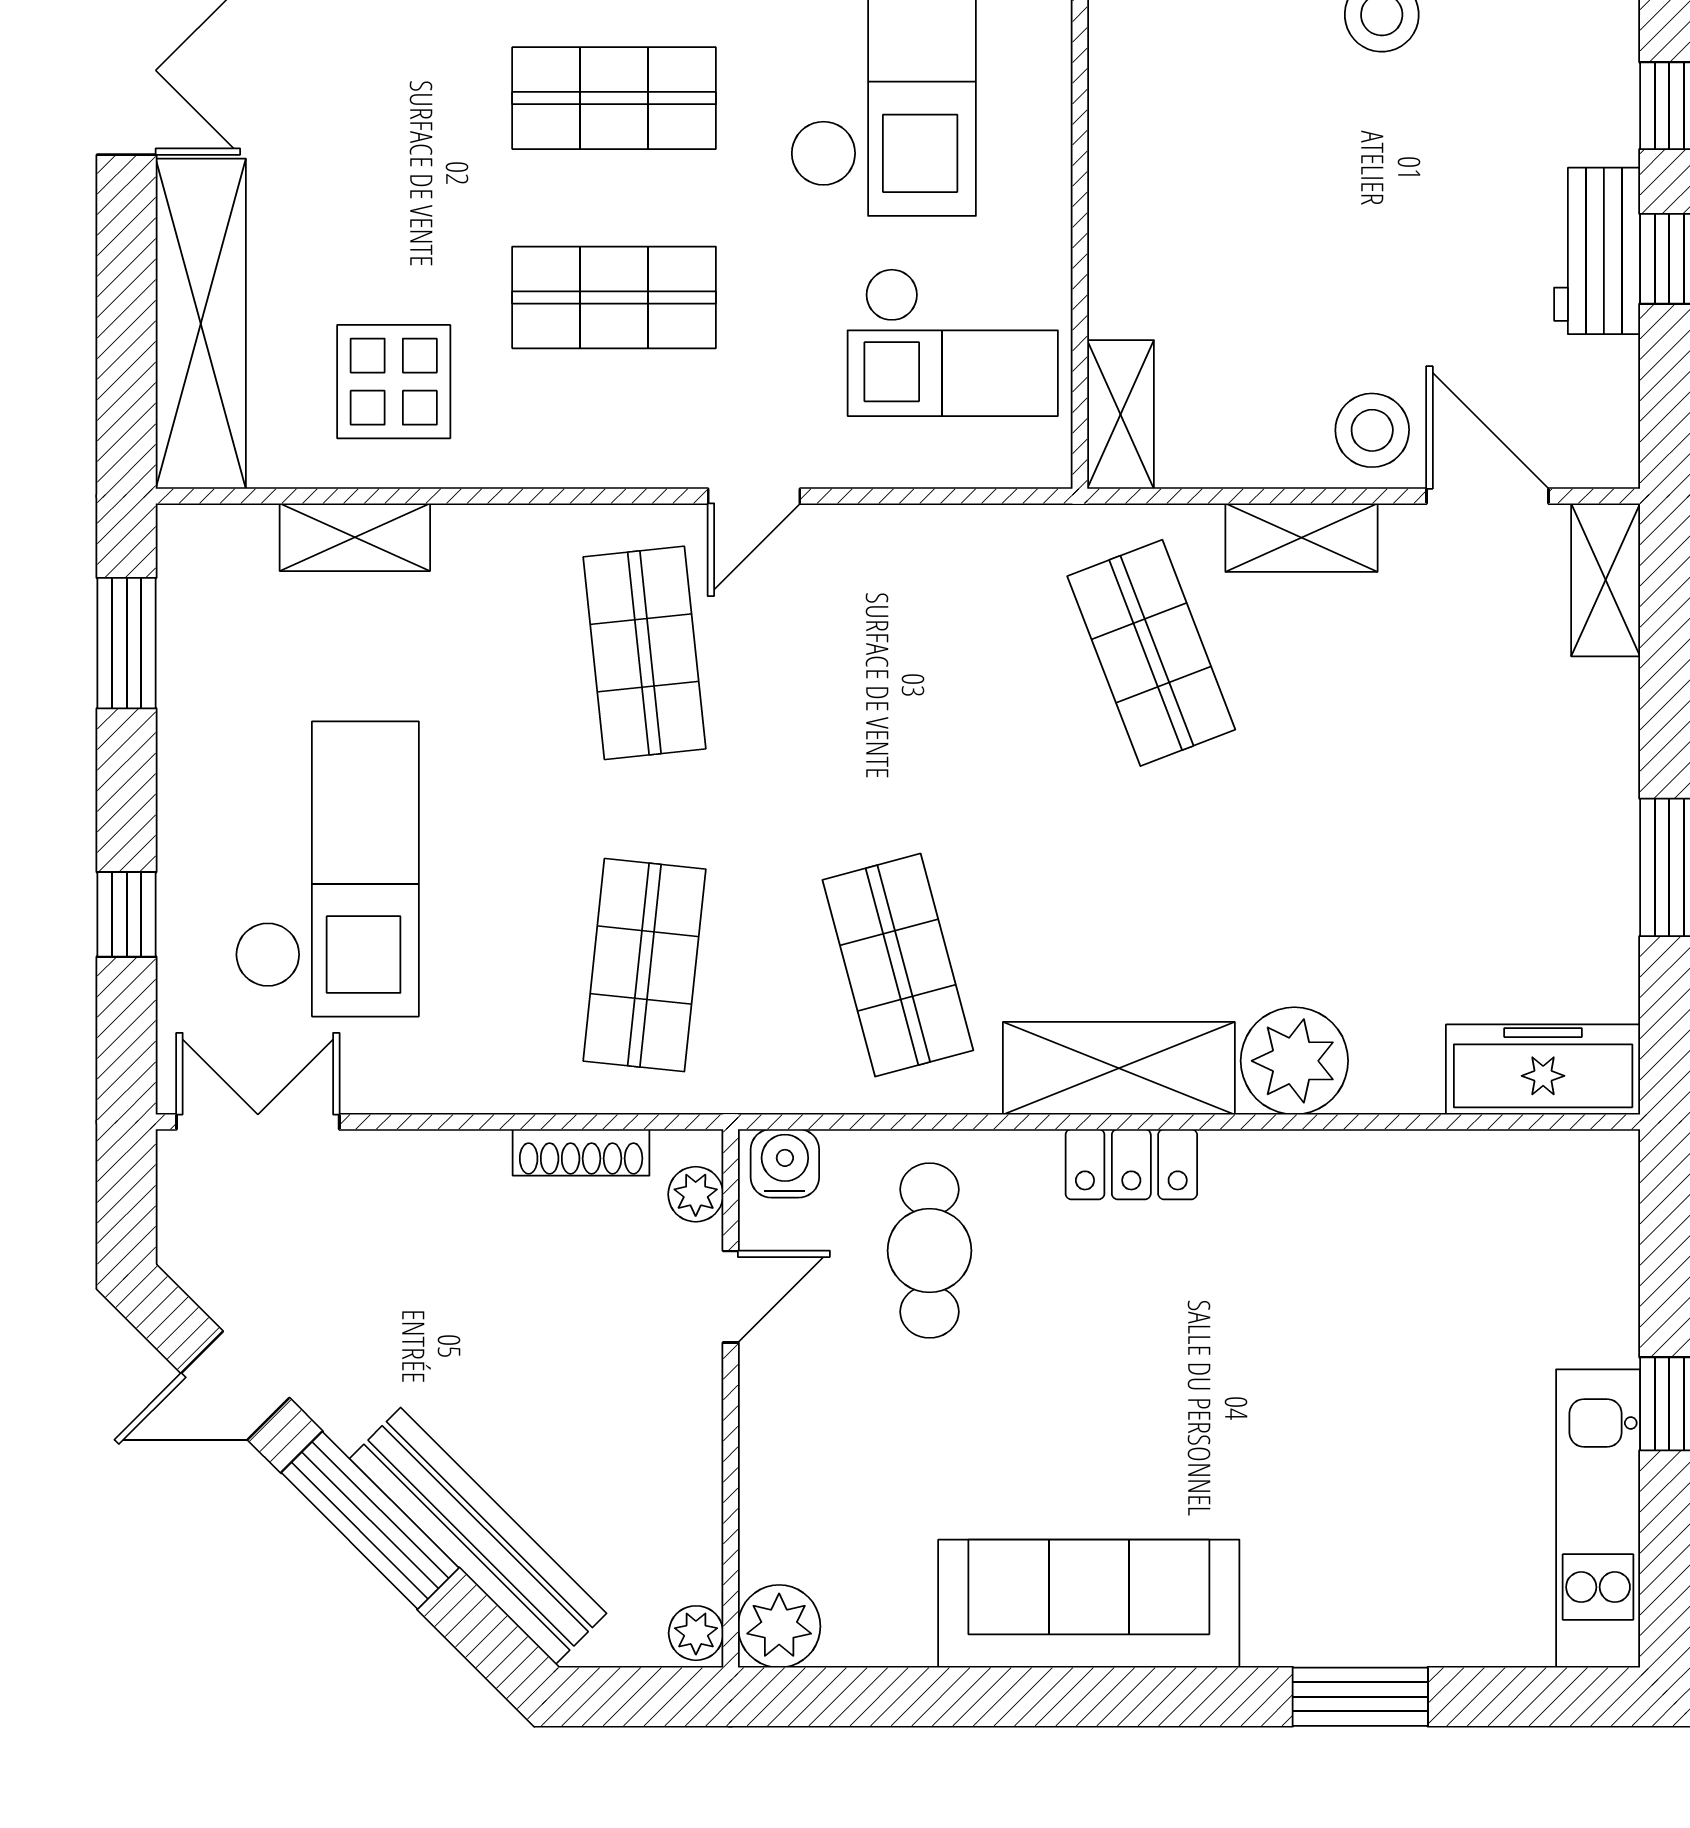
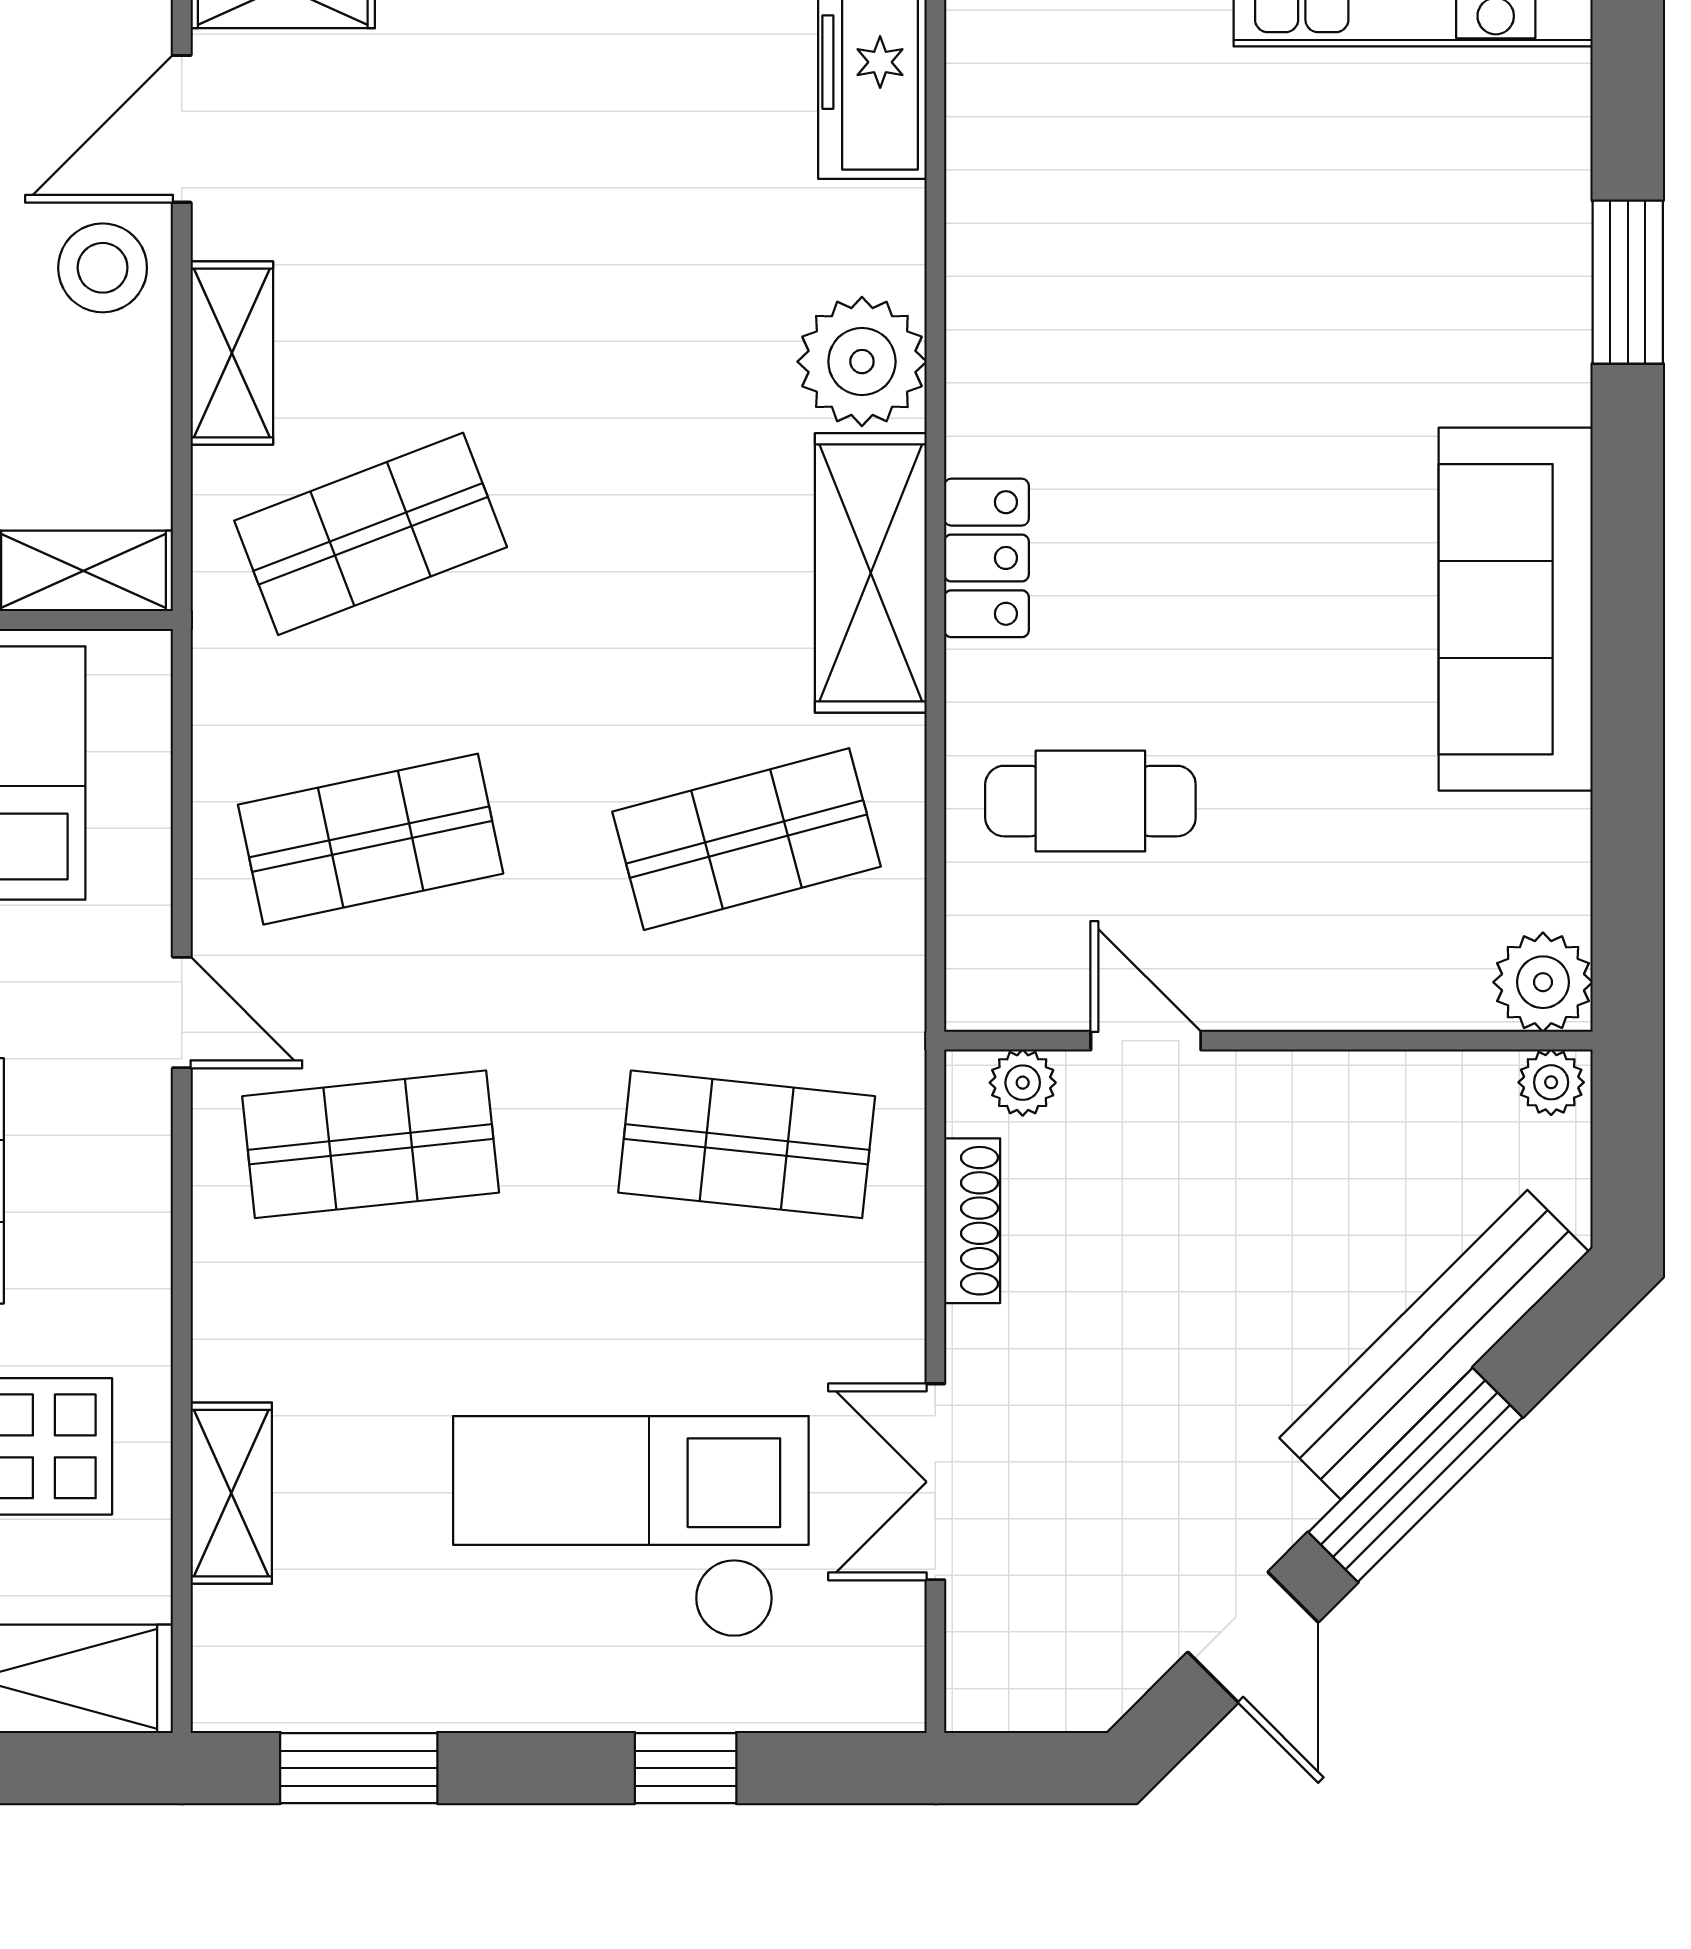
shop shelf: (898, 653) -> (371, 839), added
double door: (258, 1122) -> (935, 1482), moved
water cooler: (785, 1163) -> (985, 975), removed

